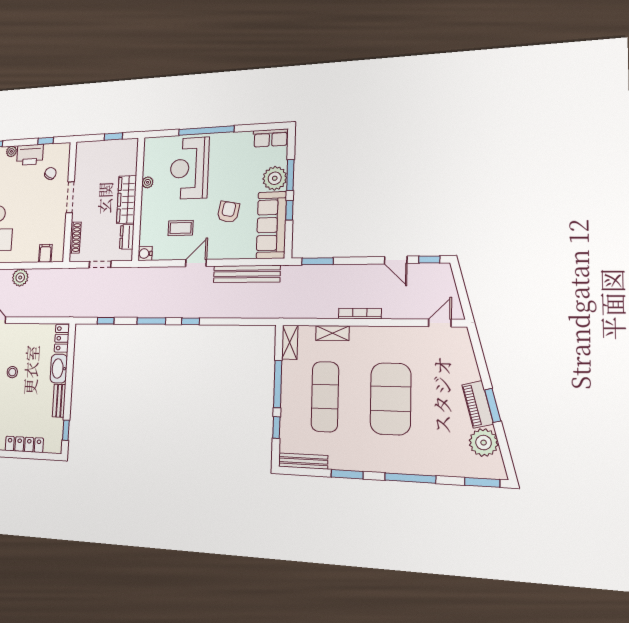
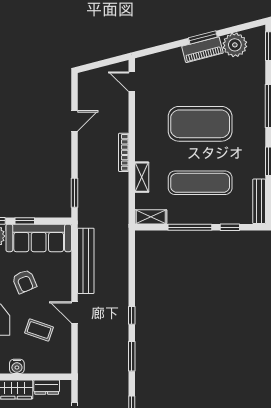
armchair: (228, 212) -> (24, 281), turned -124
coffee table: (181, 228) -> (39, 330), turned -71
water cooler: (145, 253) -> (17, 366), moved
window: (429, 260) -> (74, 91), removed

